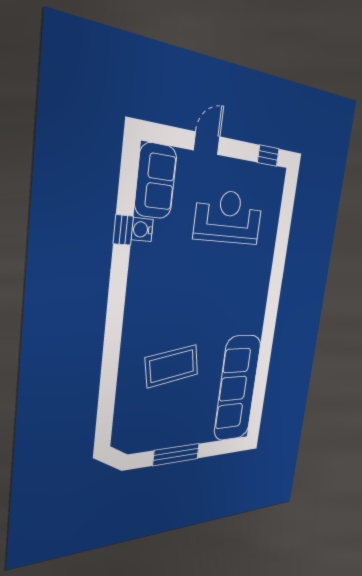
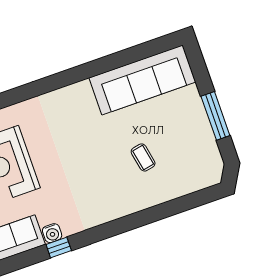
coffee table: (172, 366) -> (143, 157), width x0.54, depth x0.58

